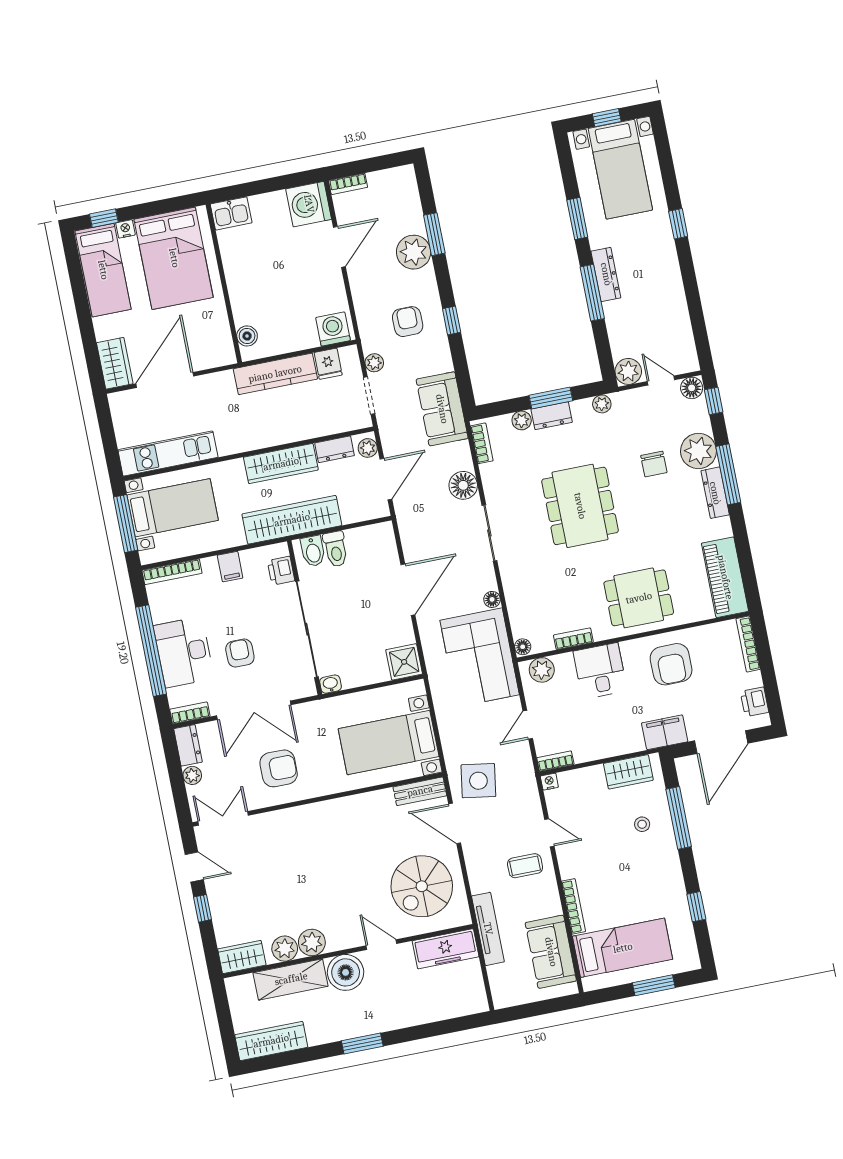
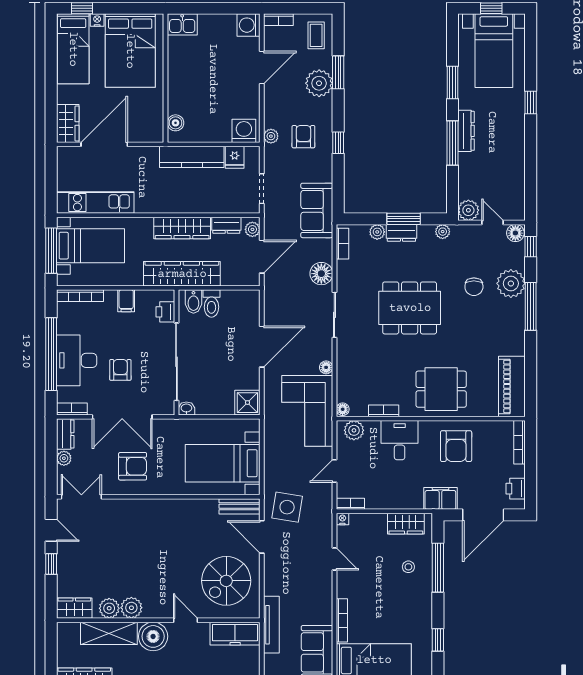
washing machine: (309, 204) -> (249, 25), width x0.73, depth x0.73
plant: (374, 363) -> (271, 136), moved
dresser: (715, 493) -> (517, 319), removed
dining table: (580, 506) -> (410, 308), turned 90
coffee table: (525, 866) -> (316, 35), moved, turned 90

